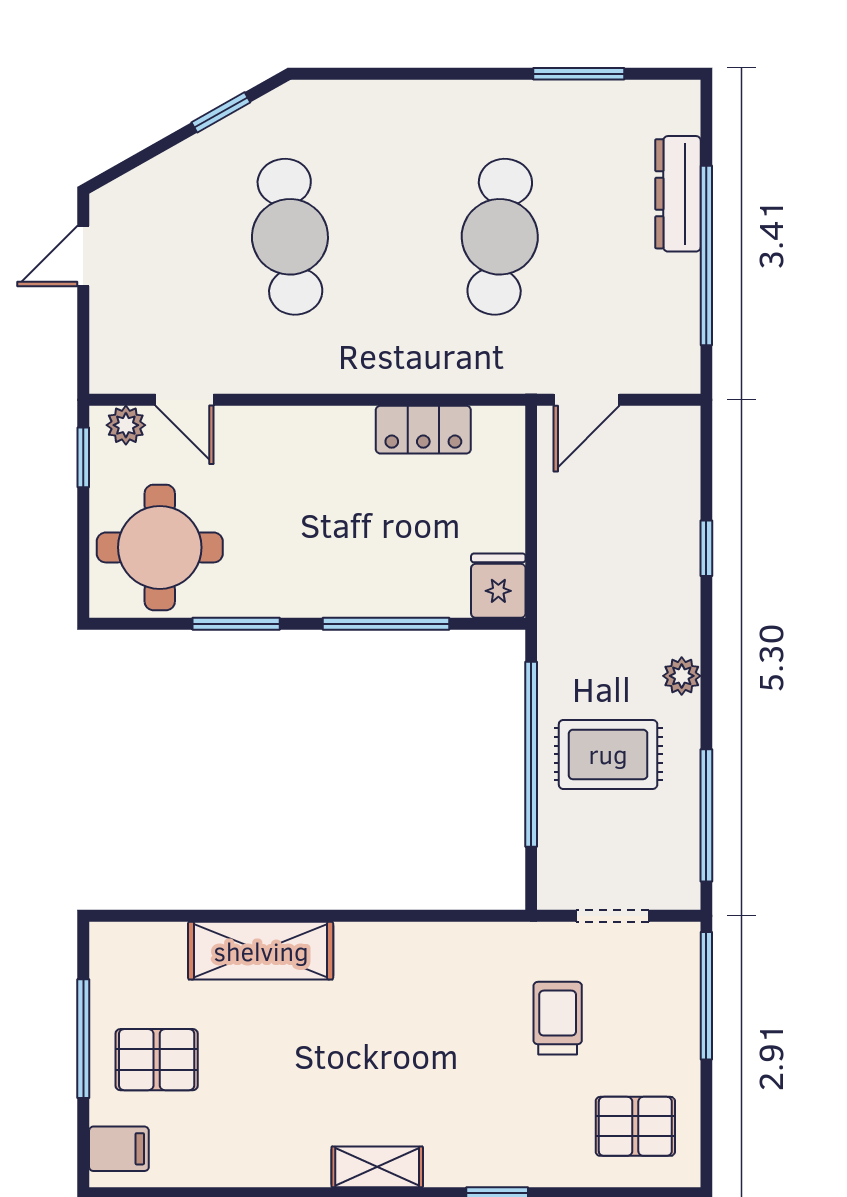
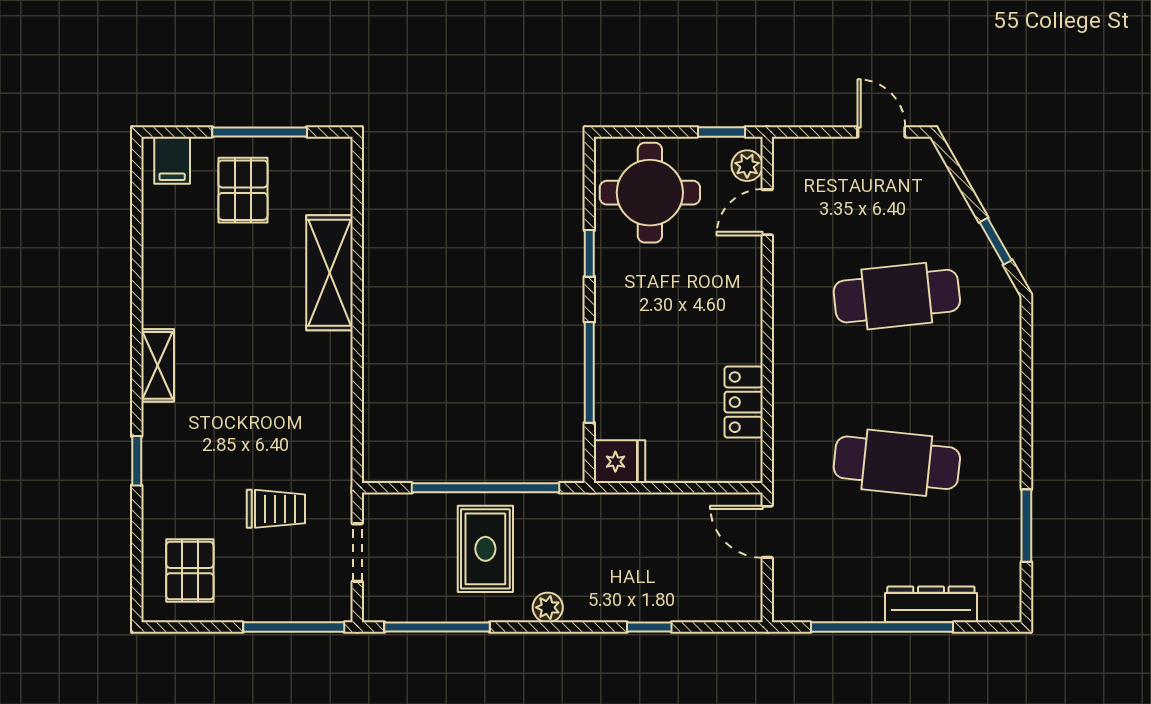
window: (236, 624) -> (589, 253), width x0.67

